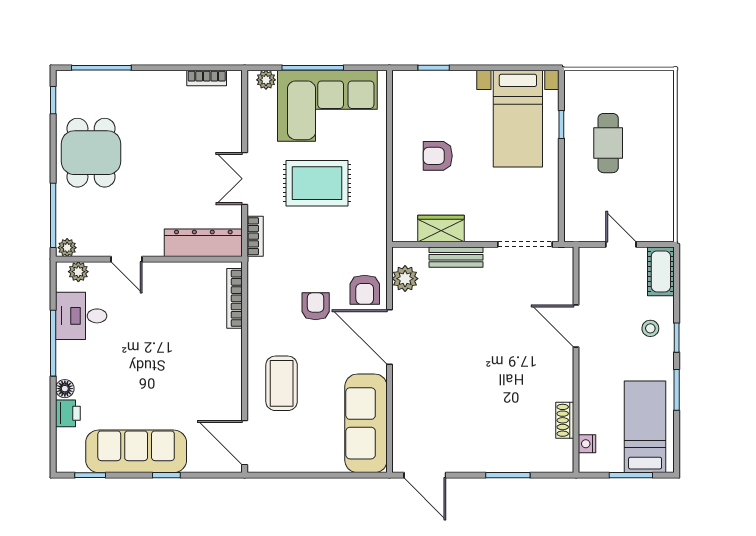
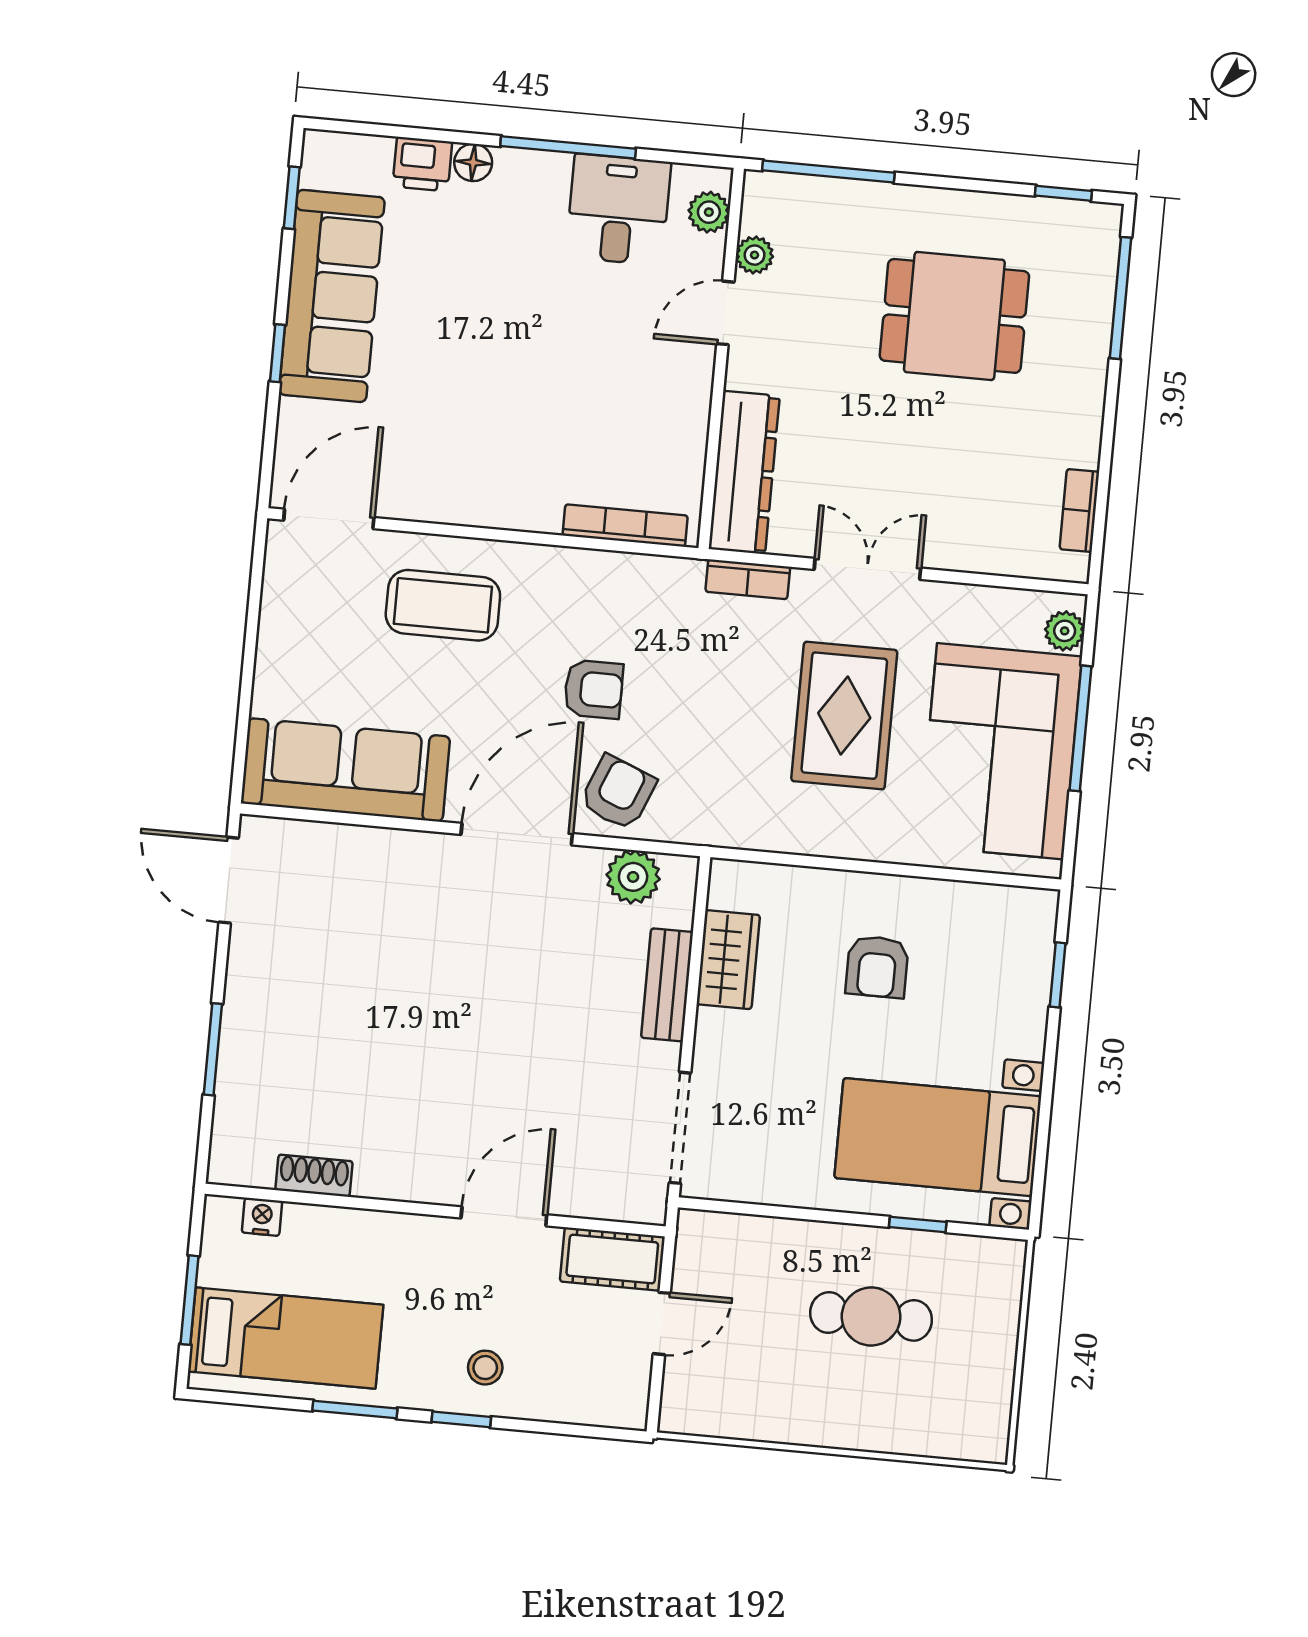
dining table: (91, 153) -> (954, 316), moved
armchair: (438, 156) -> (877, 967), turned 180
plant: (67, 248) -> (755, 255), moved
cot: (661, 271) -> (612, 1259), moved
armchair: (365, 290) -> (618, 793), turned 112
door: (425, 475) -> (229, 880), hinge flipped

